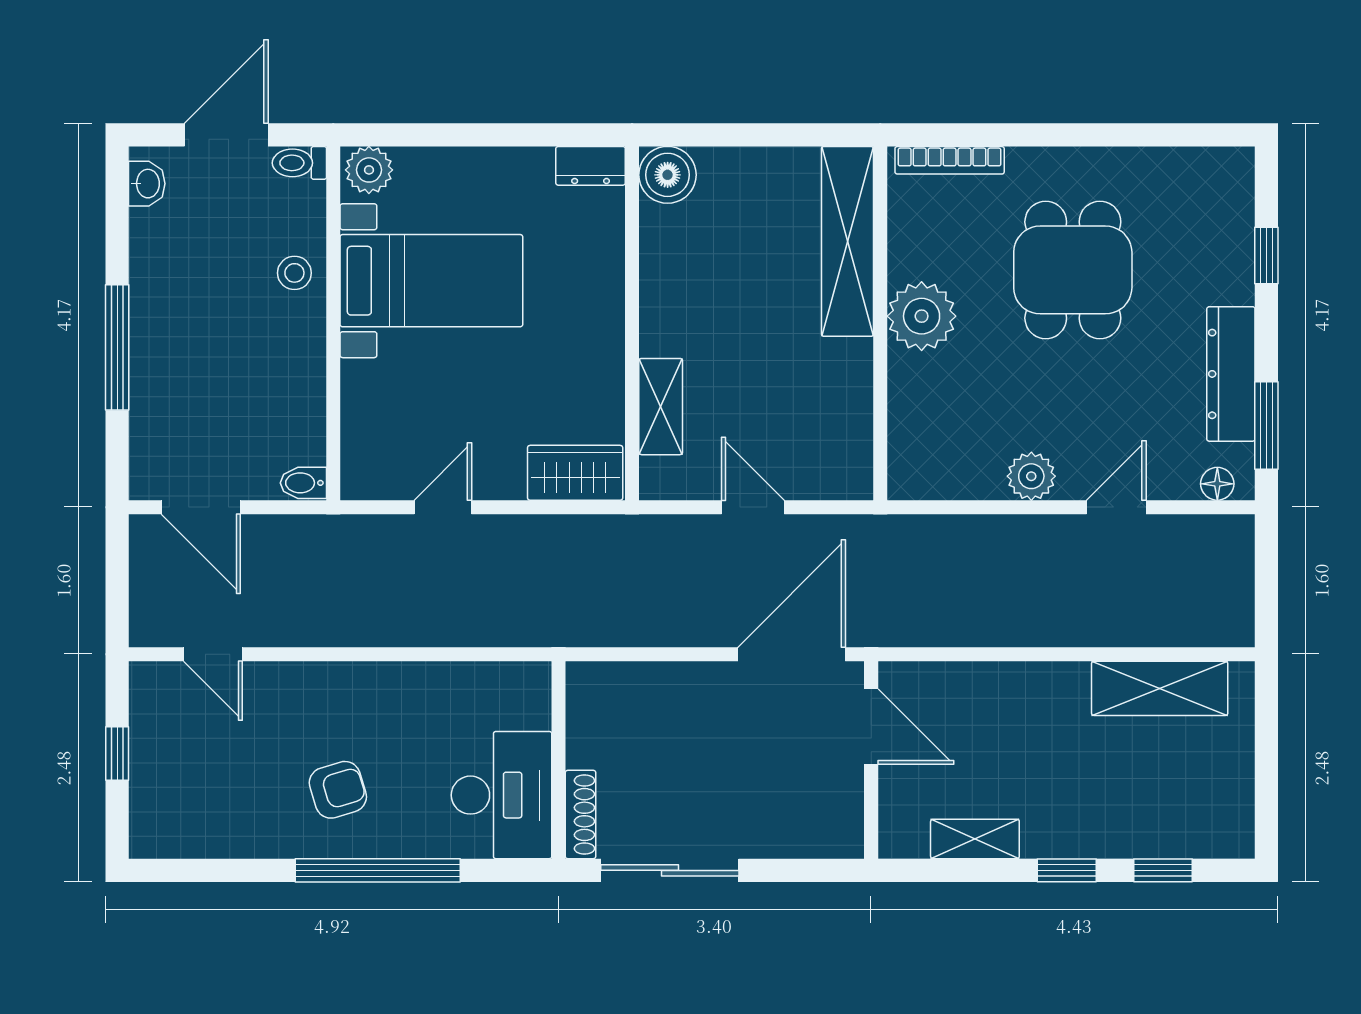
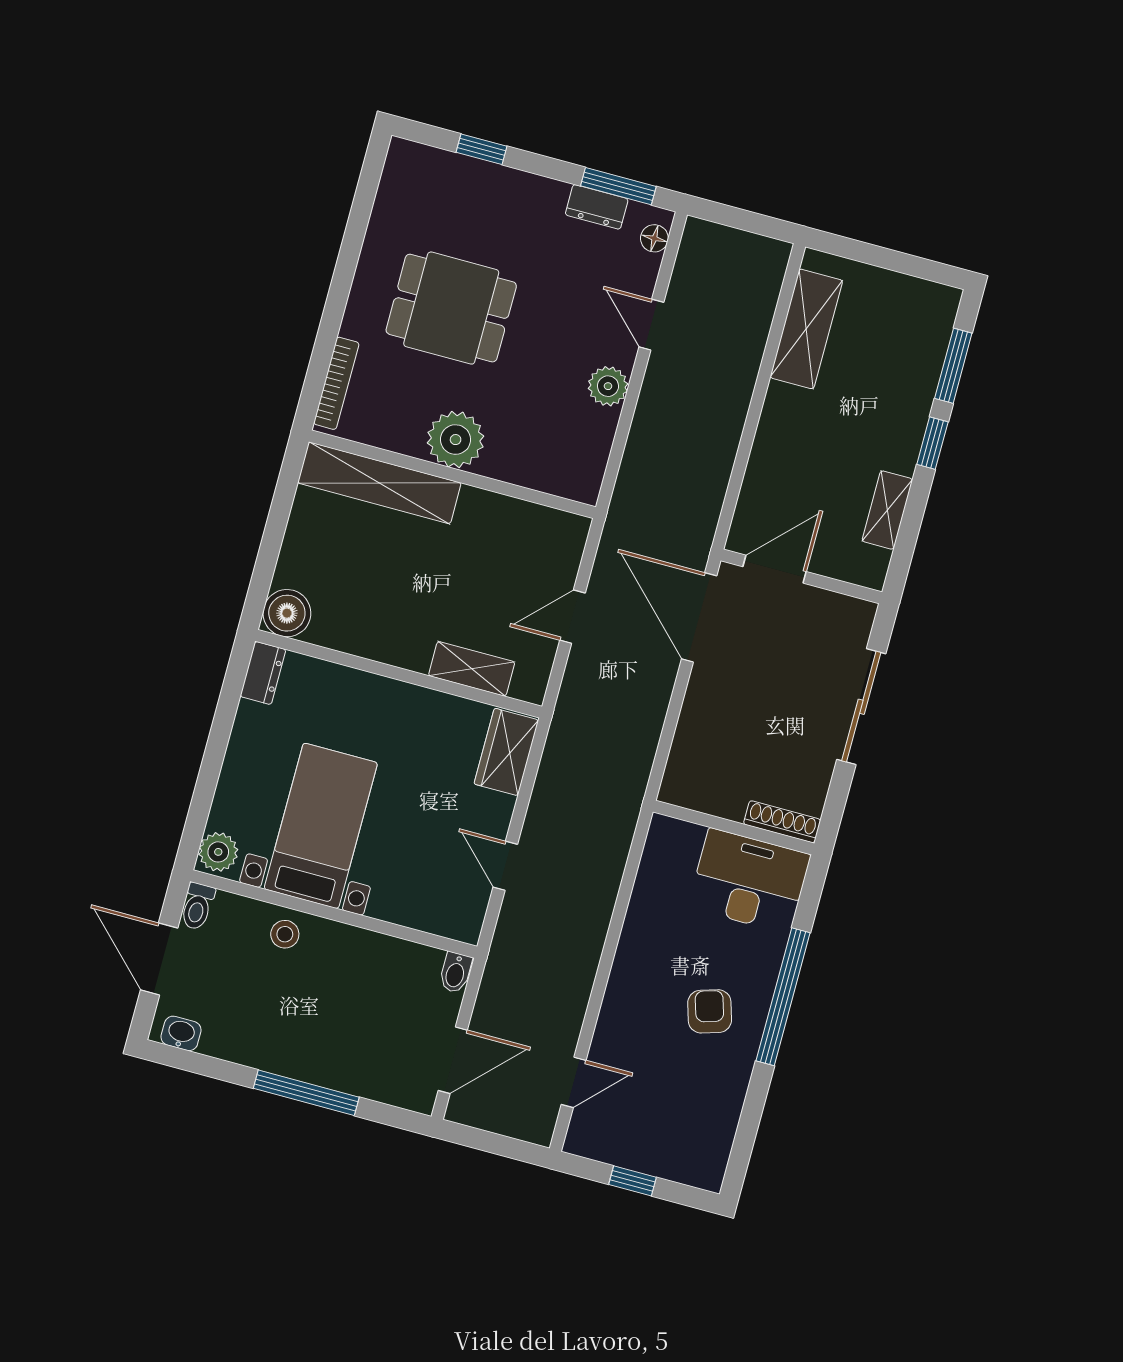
dresser: (1231, 374) -> (597, 207), width x0.51, depth x0.80
sliding door: (670, 870) -> (861, 707), moved
window: (1163, 870) -> (953, 366), width x1.50

